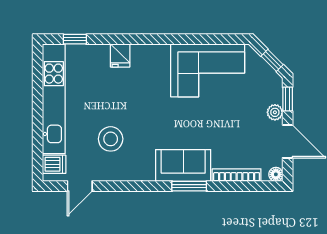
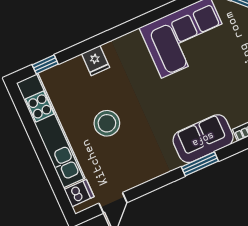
stool: (111, 139) -> (107, 123), moved
window: (189, 186) -> (200, 164), moved

